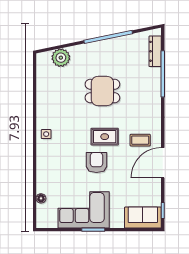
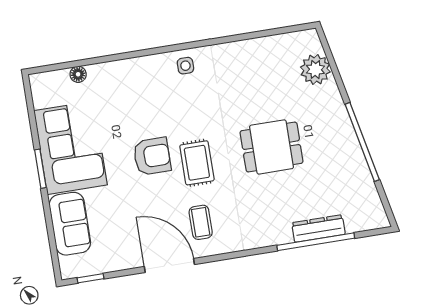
dresser: (155, 51) -> (318, 229), moved
dining table: (102, 91) -> (272, 147), turned 90
sofa: (143, 218) -> (70, 224), moved

